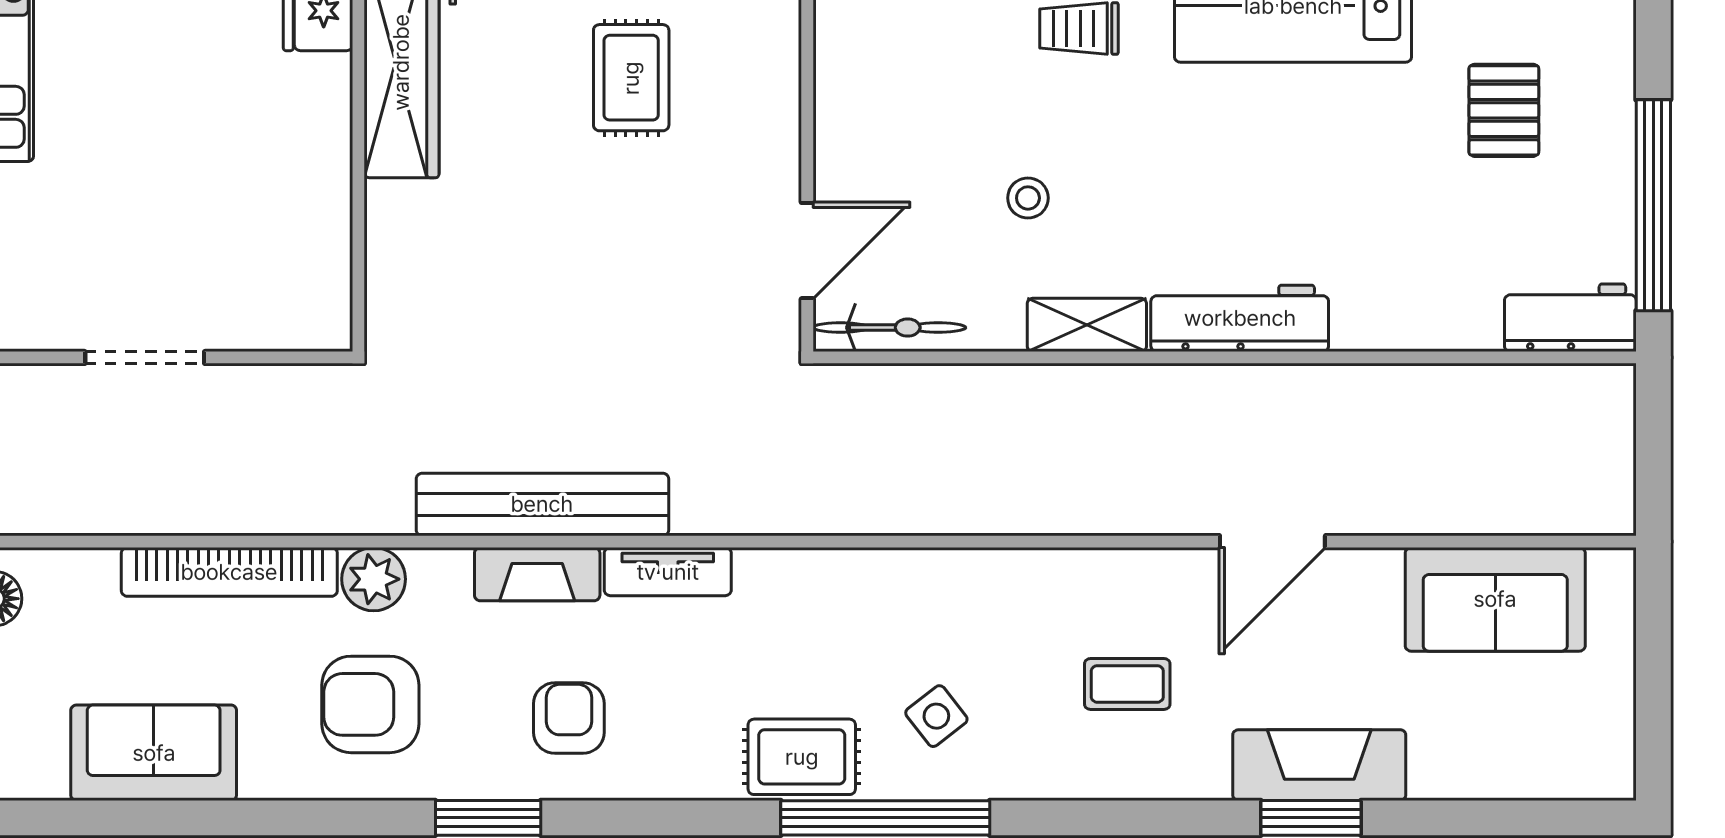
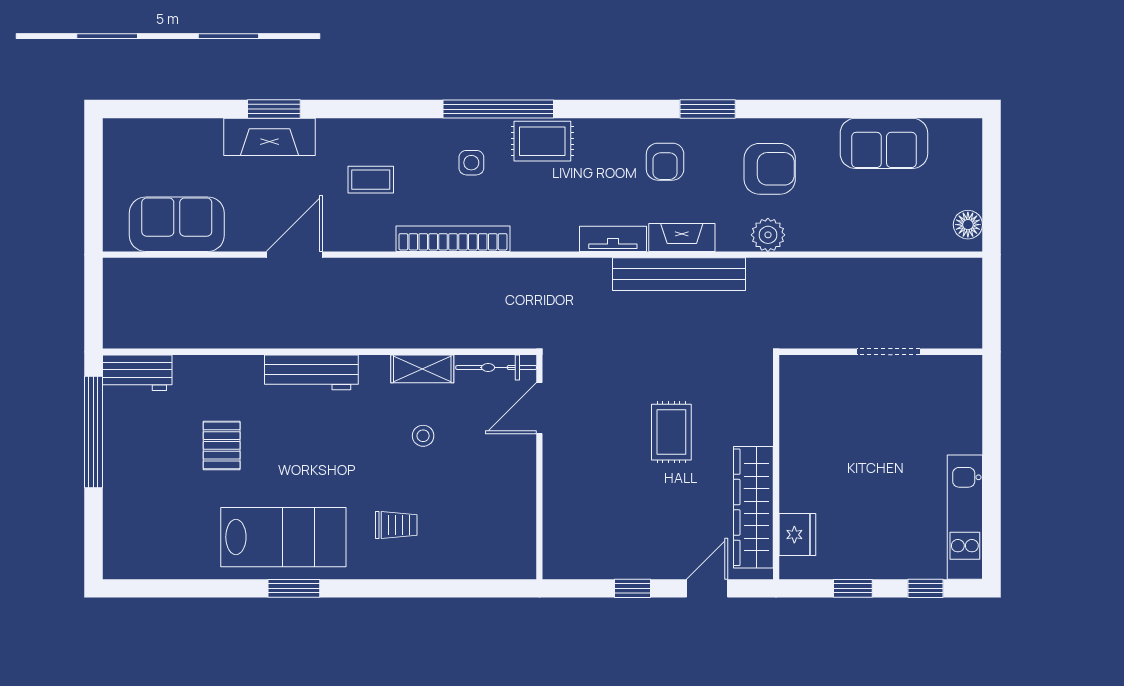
rug: (631, 78) -> (671, 432), moved
pallet: (1504, 110) -> (222, 445), moved
shelving: (1087, 325) -> (422, 369), moved
bookcase: (229, 572) -> (453, 239), moved
side table: (936, 716) -> (471, 163), turned 38

